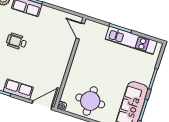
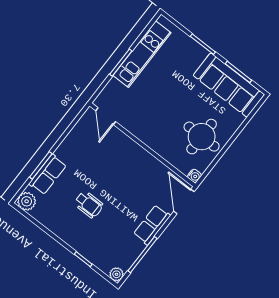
door: (80, 31) -> (106, 116), hinge flipped
wheelchair: (17, 41) -> (89, 204), turned -90

